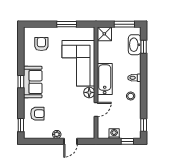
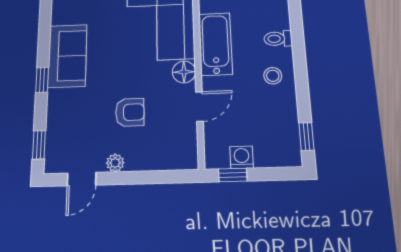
window: (21, 82) -> (42, 80), moved
armchair: (37, 114) -> (130, 112), moved
door: (71, 141) -> (82, 179), moved
window: (127, 141) -> (233, 175), moved

